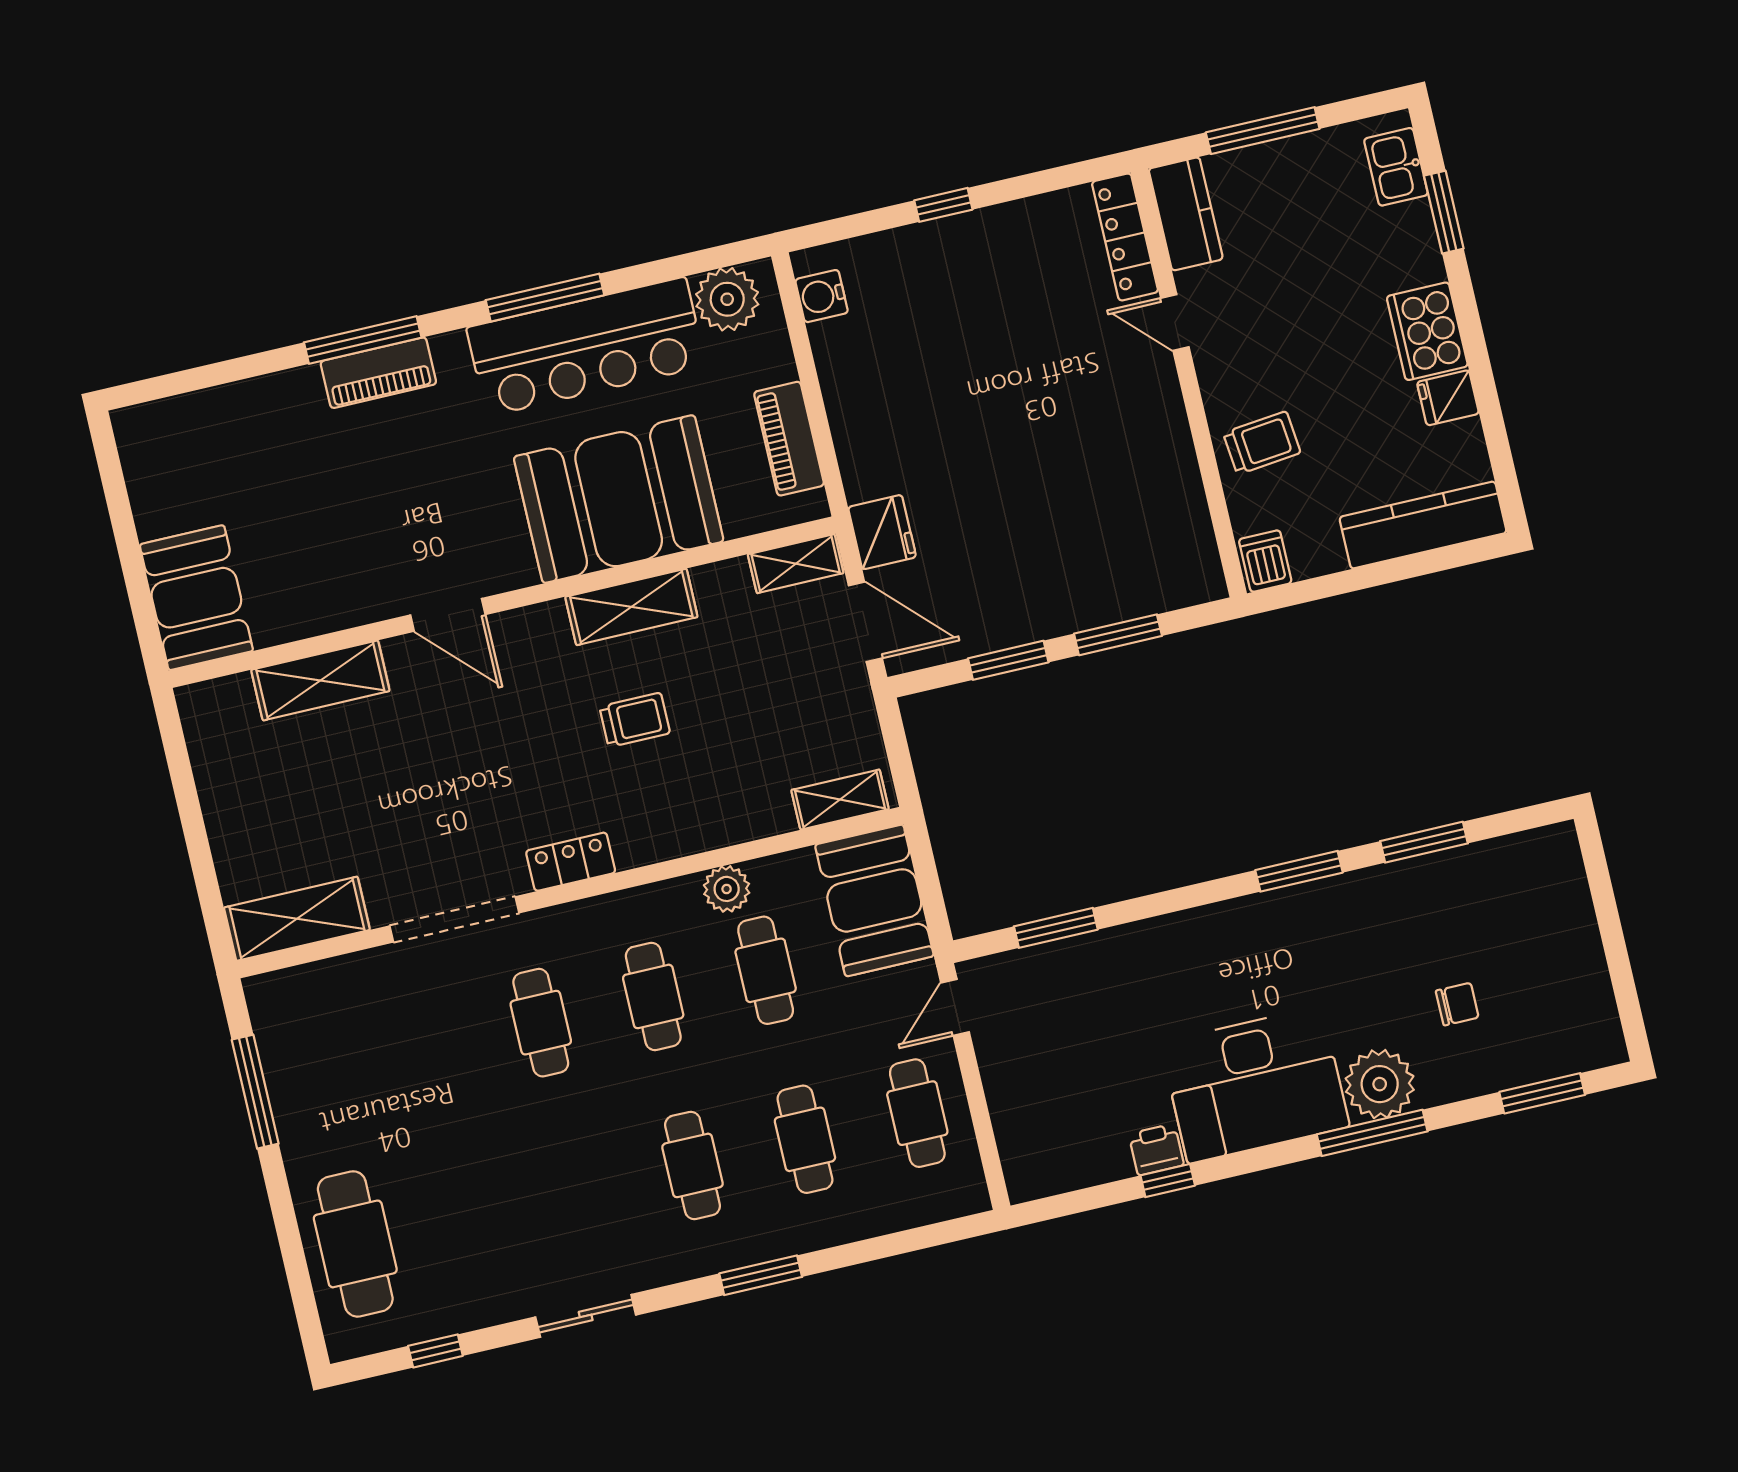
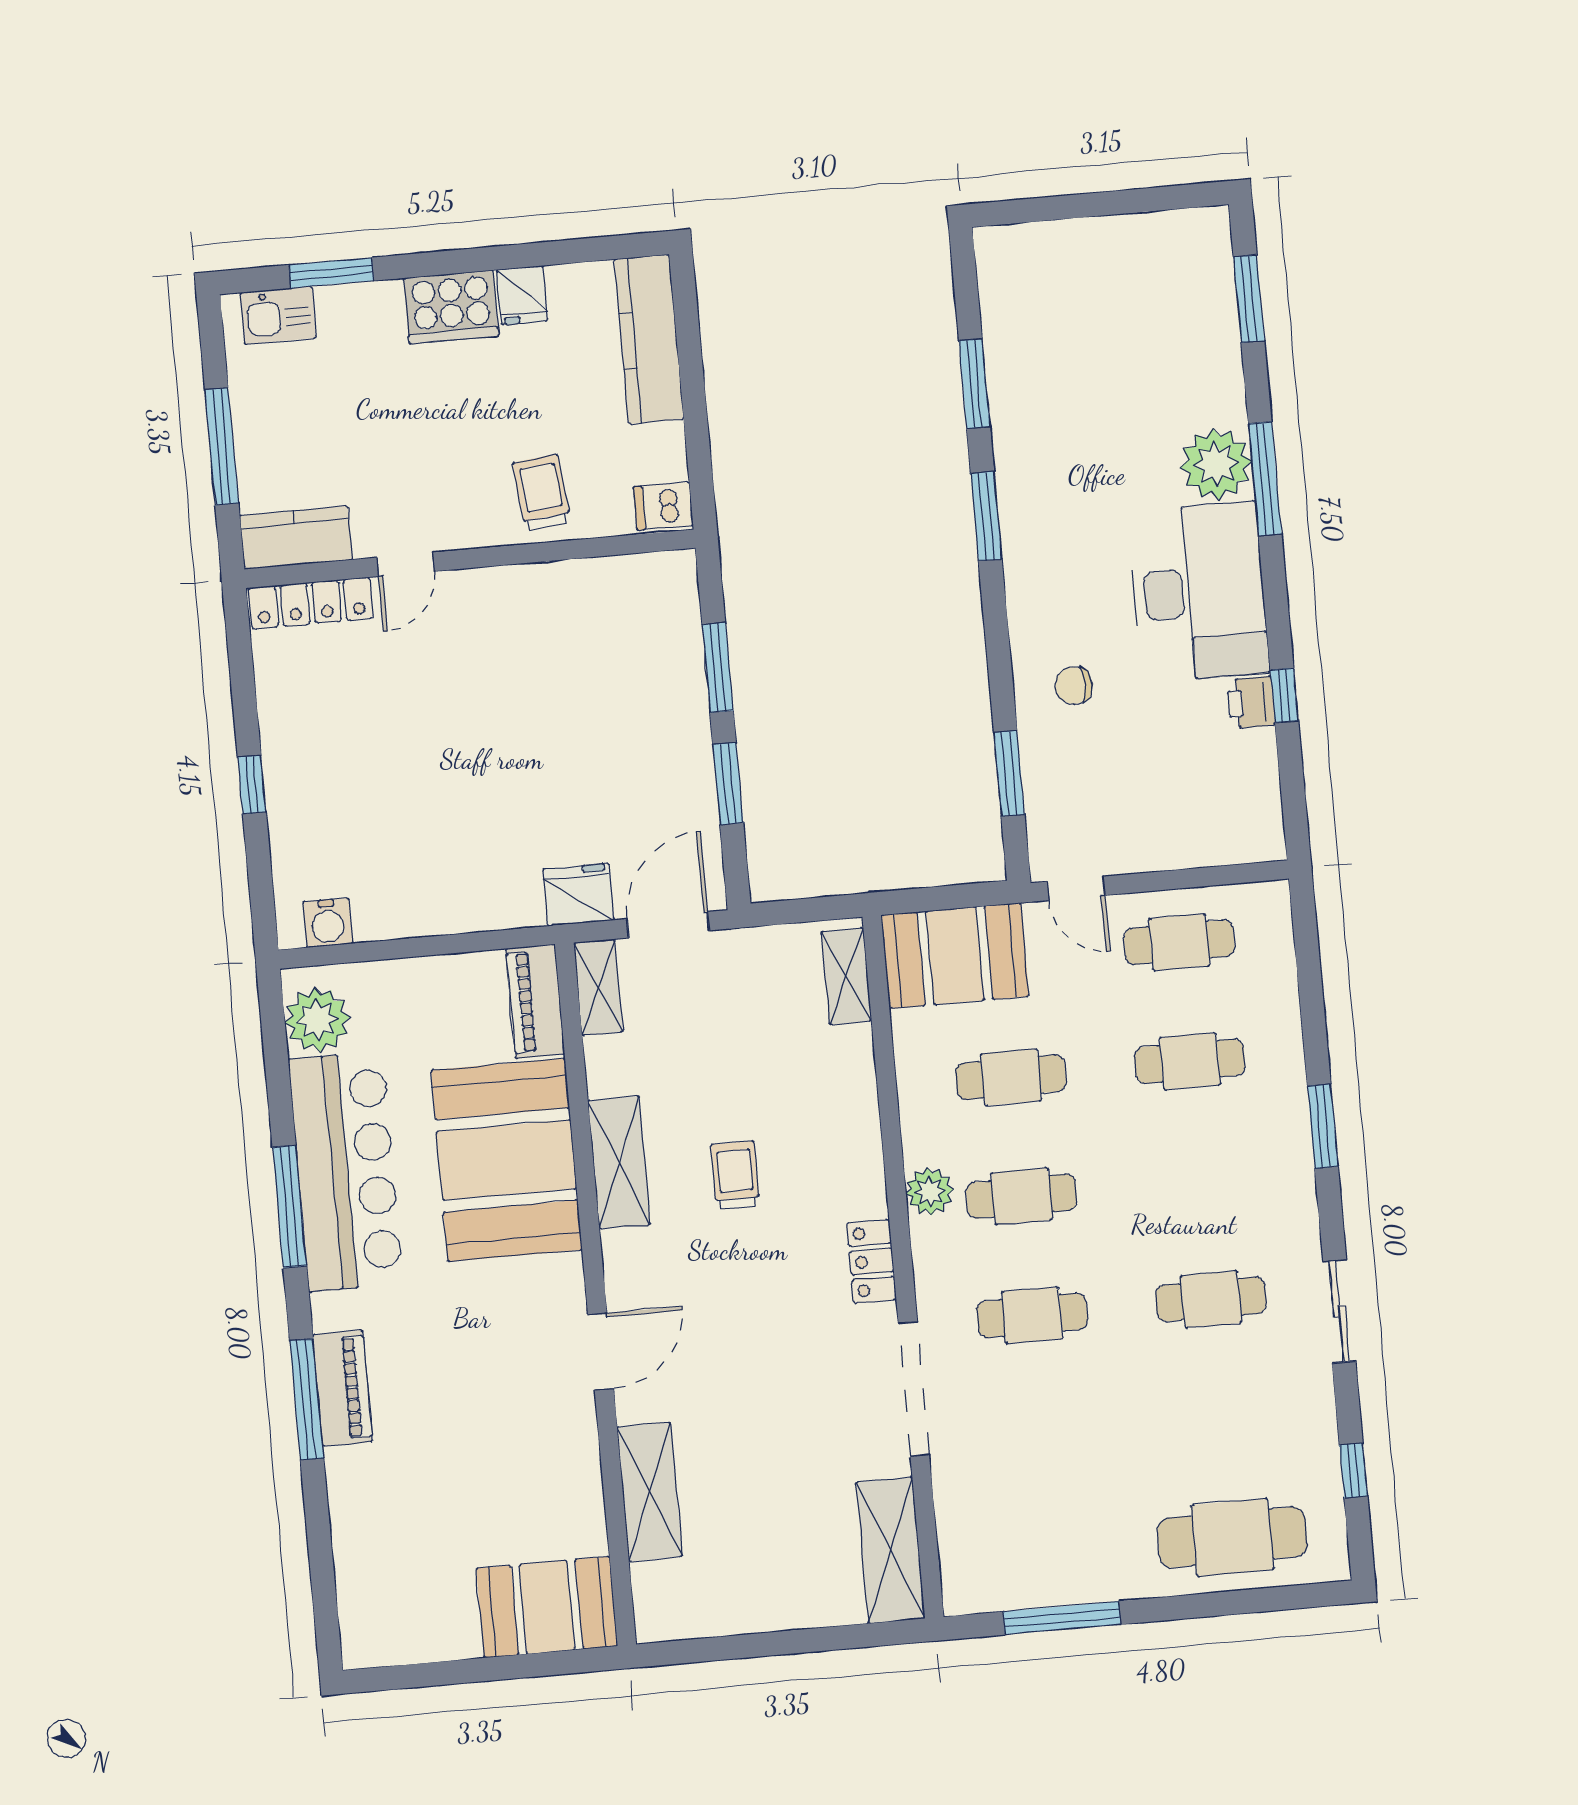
piano: (789, 439) -> (535, 1002), moved, turned 90
plant: (727, 889) -> (930, 1191), moved
chair: (1457, 1004) -> (1074, 685), moved, turned -90
cafe table: (693, 1165) -> (1211, 1299), moved

